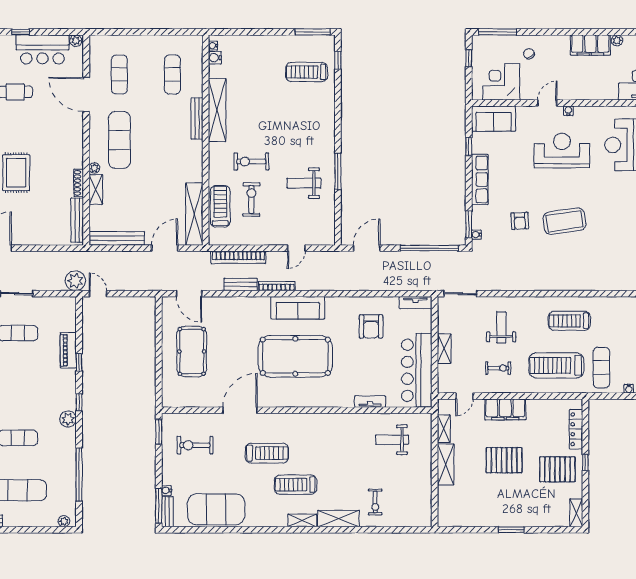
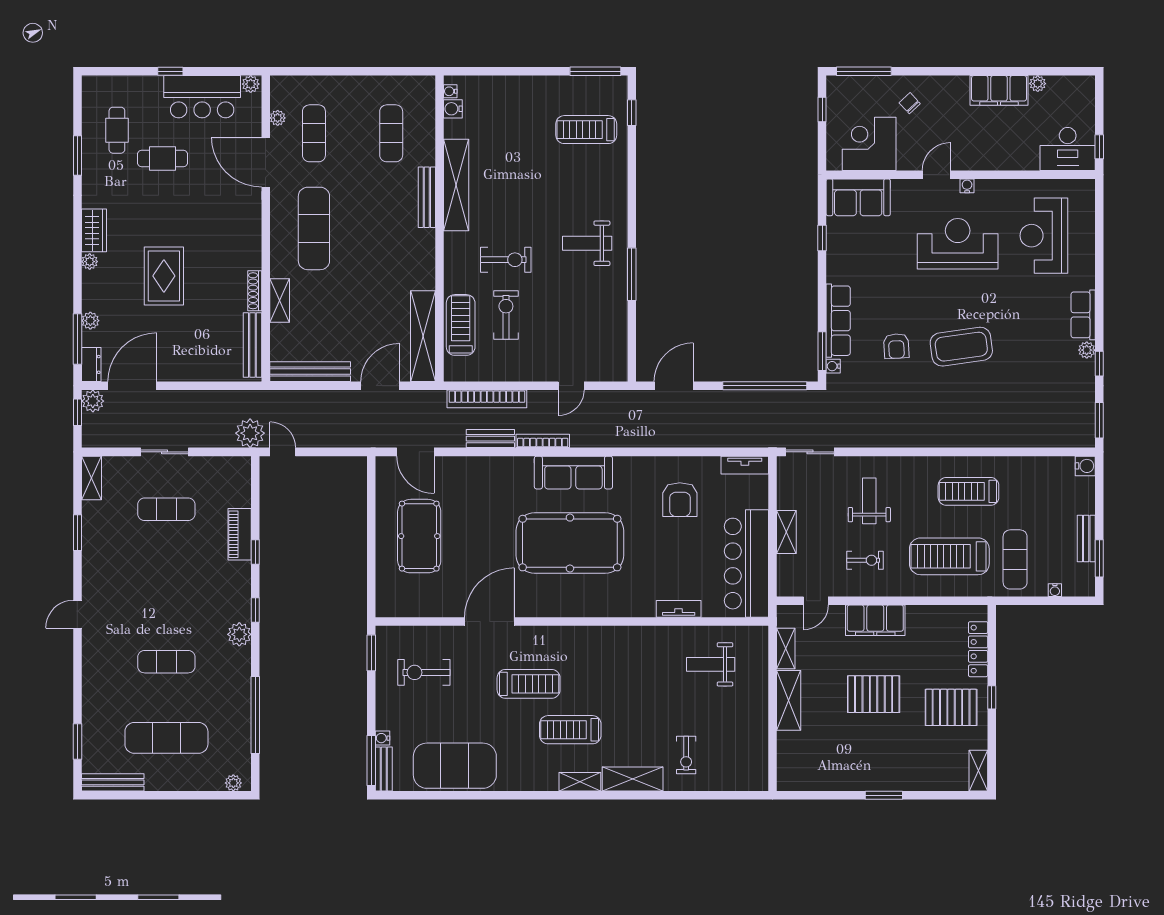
exercise bike: (251, 161) -> (506, 260), turned 180
plant: (94, 168) -> (278, 118), moved
row of seats: (480, 179) -> (838, 321), moved
weight bench: (304, 183) -> (587, 243), moved

